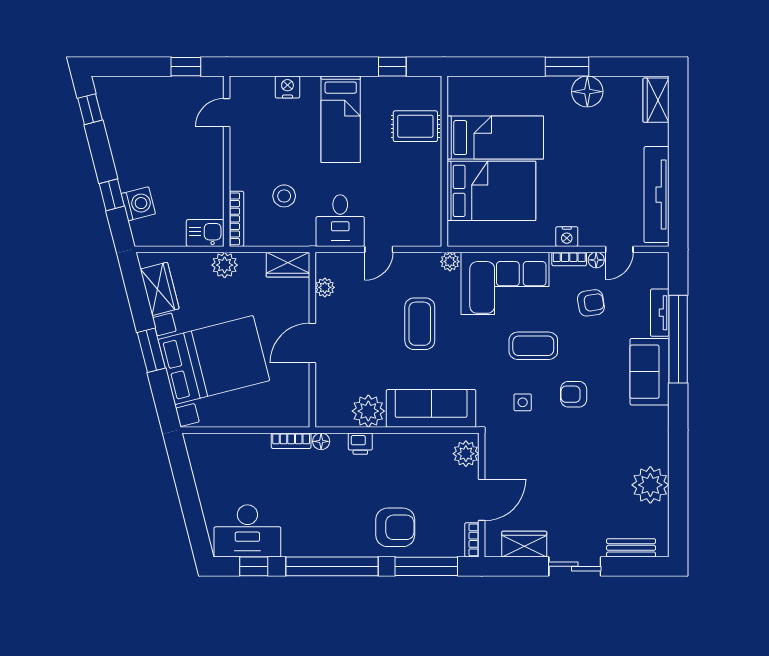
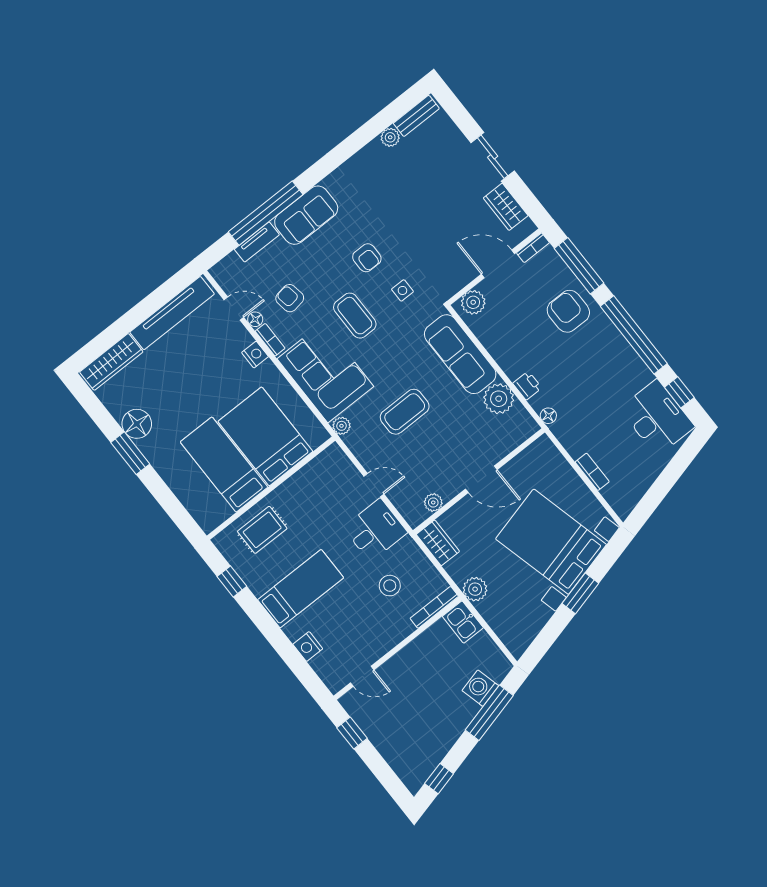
wardrobe: (656, 100) -> (111, 362), width x1.50
rug: (415, 126) -> (262, 530), turned 90
window: (112, 195) -> (489, 713), width x2.17
wardrobe: (160, 289) -> (530, 623), removed
bookcase: (291, 441) -> (592, 472), moved
plant: (650, 485) -> (390, 137), width x0.53, depth x0.53
bench: (631, 548) -> (416, 116), moved, turned 90

